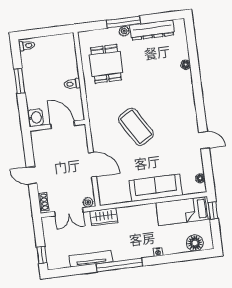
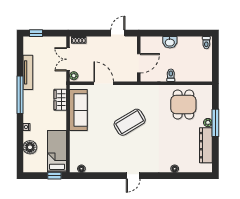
dining table: (106, 64) -> (183, 105), turned 90
window: (19, 81) -> (179, 33), removed
washbasin: (35, 118) -> (170, 42), moved
door: (204, 140) -> (133, 176), moved
door: (92, 165) -> (104, 83), swing flipped
door: (32, 175) -> (118, 33), moved
sofa: (156, 188) -> (78, 110), moved
wardrobe: (104, 217) -> (60, 100), moved
floor lamp: (195, 243) -> (30, 147), moved

